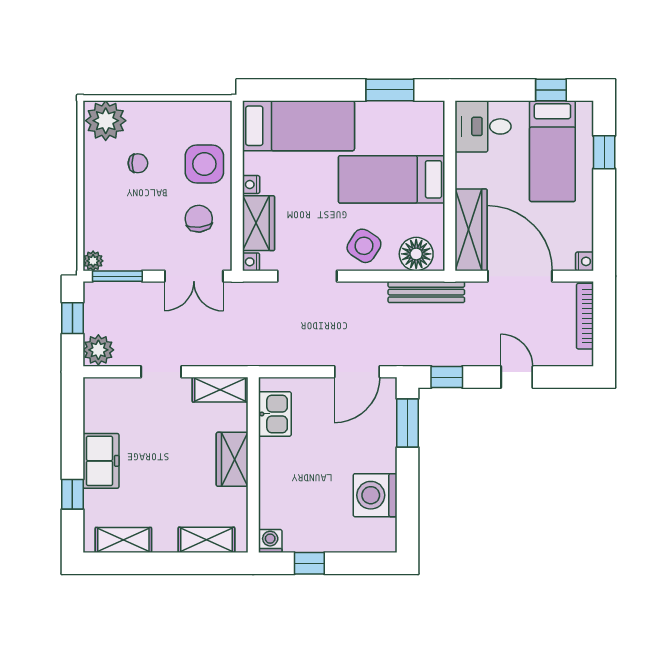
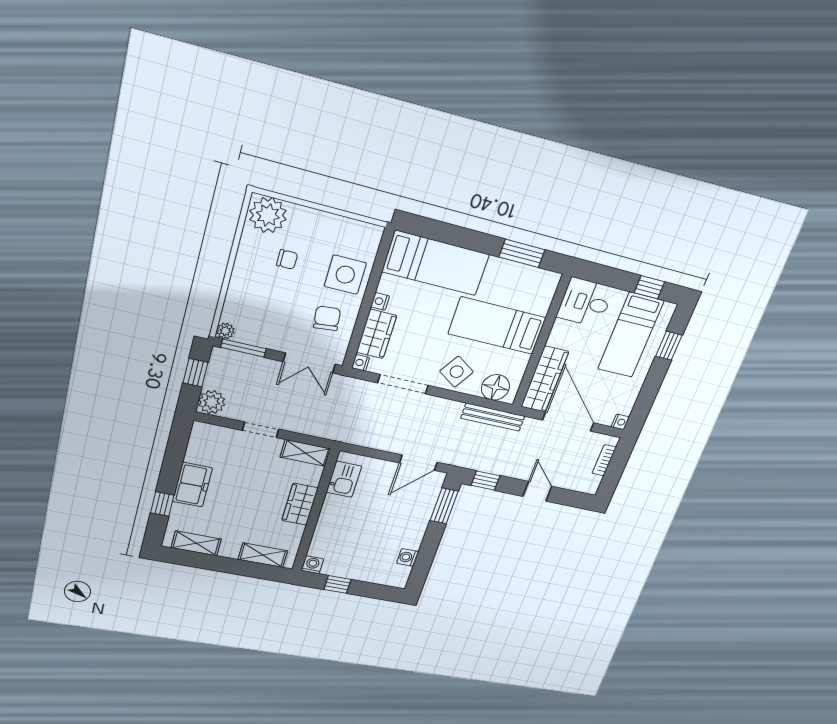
bookcase: (585, 316) -> (604, 460), width x0.64
washing machine: (375, 495) -> (408, 557), width x0.53, depth x0.53

